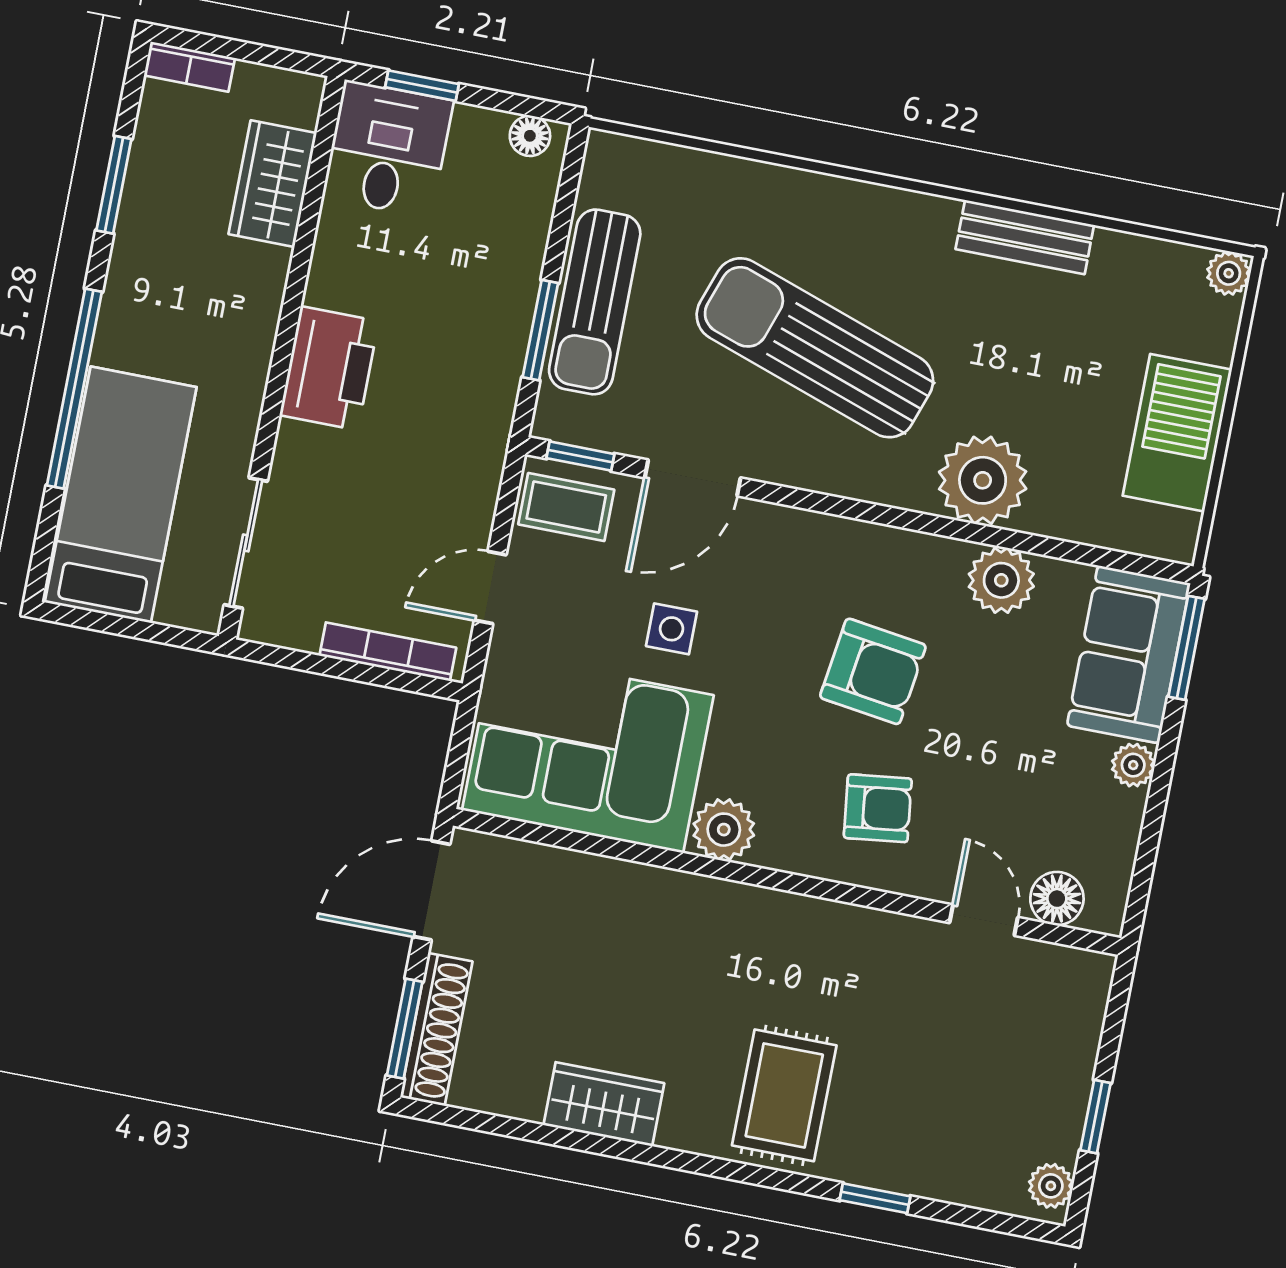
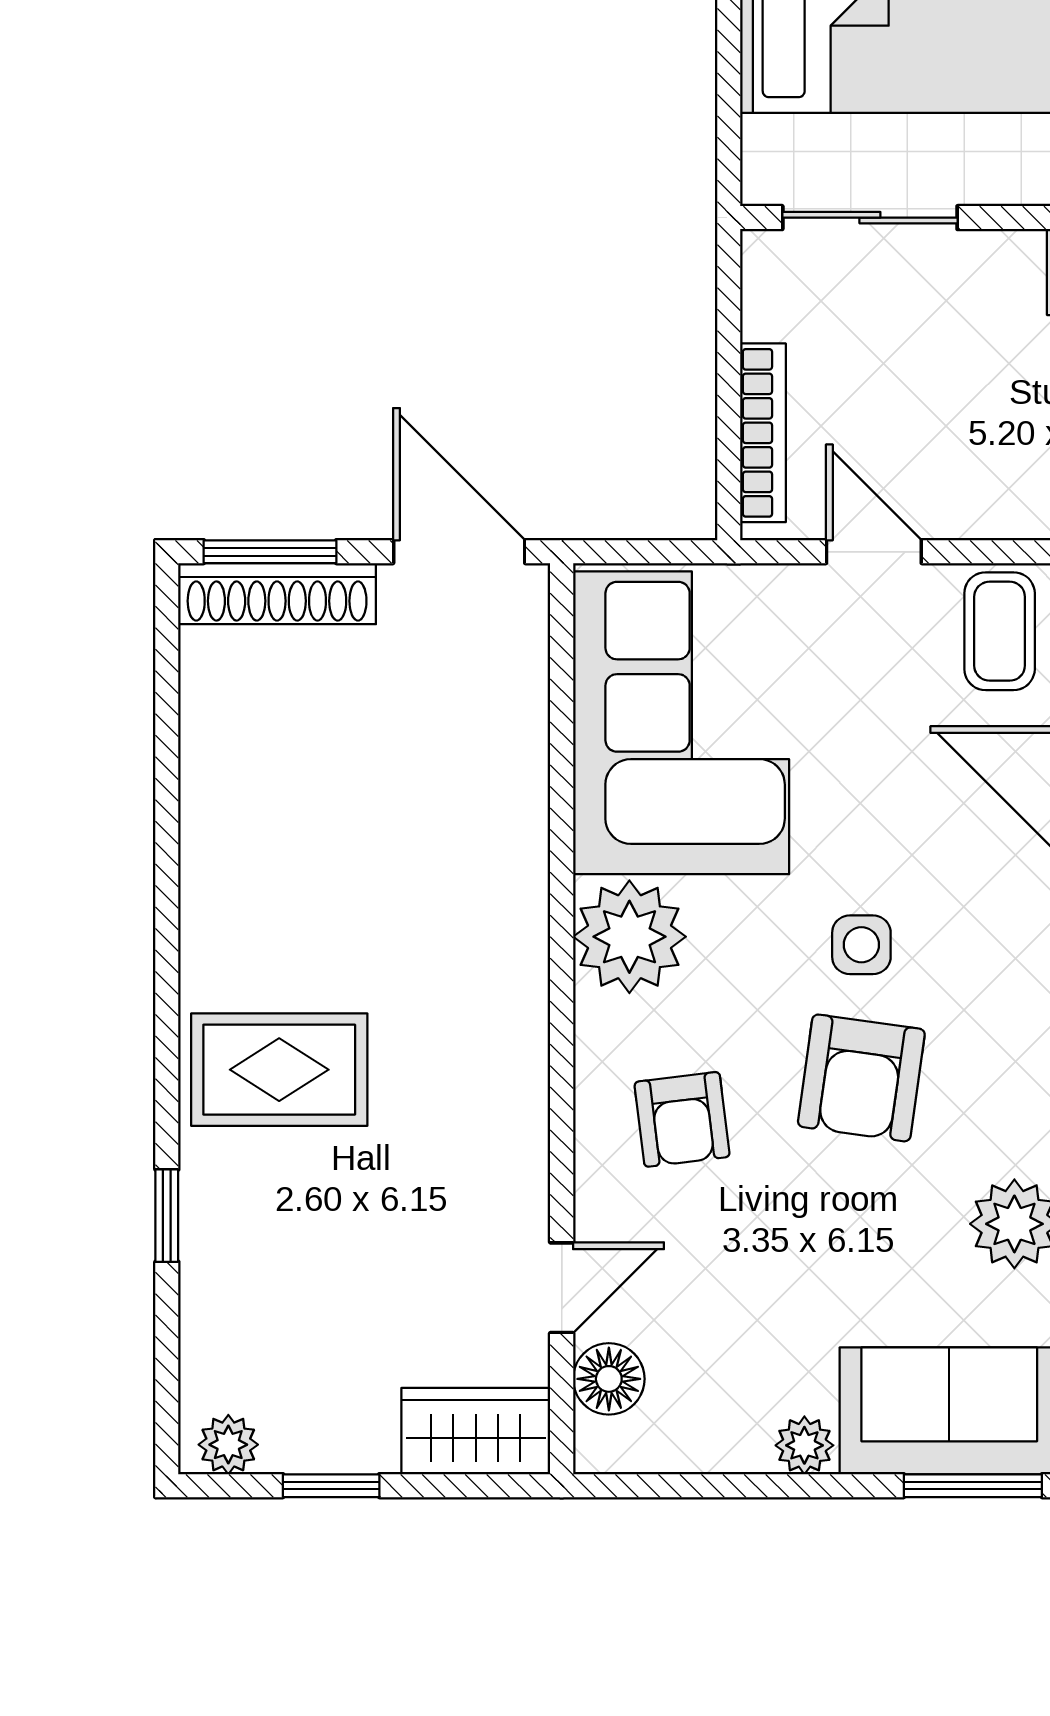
side table: (672, 629) -> (861, 945), moved
plant: (724, 830) -> (629, 937), width x1.36, depth x1.36
wardrobe: (604, 1104) -> (476, 1431), moved, turned -90

